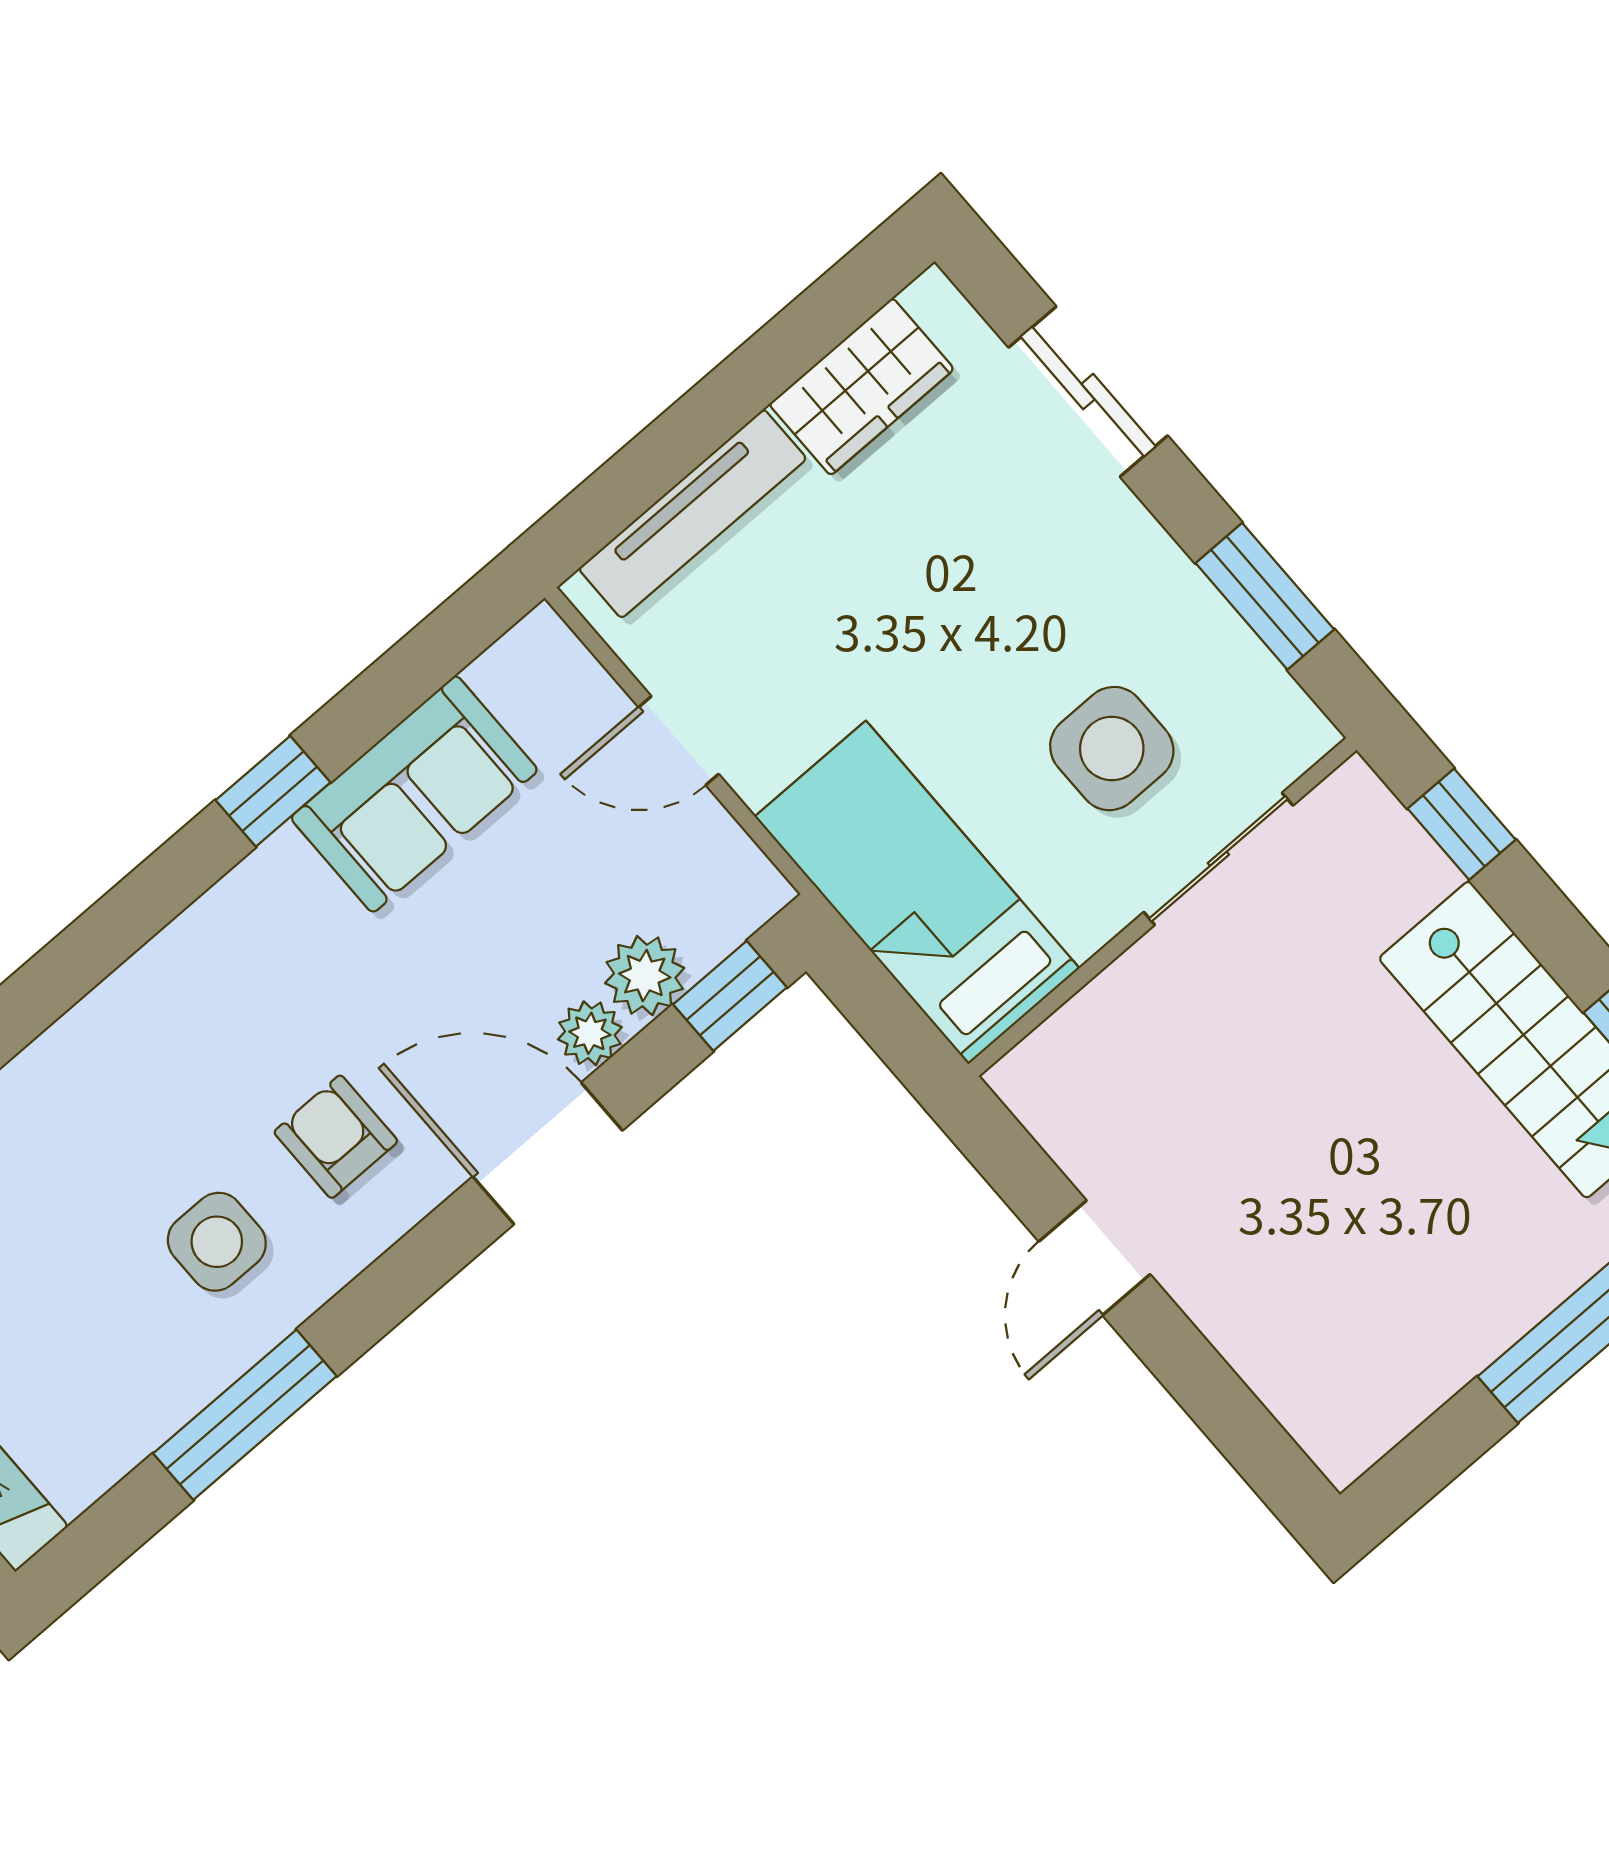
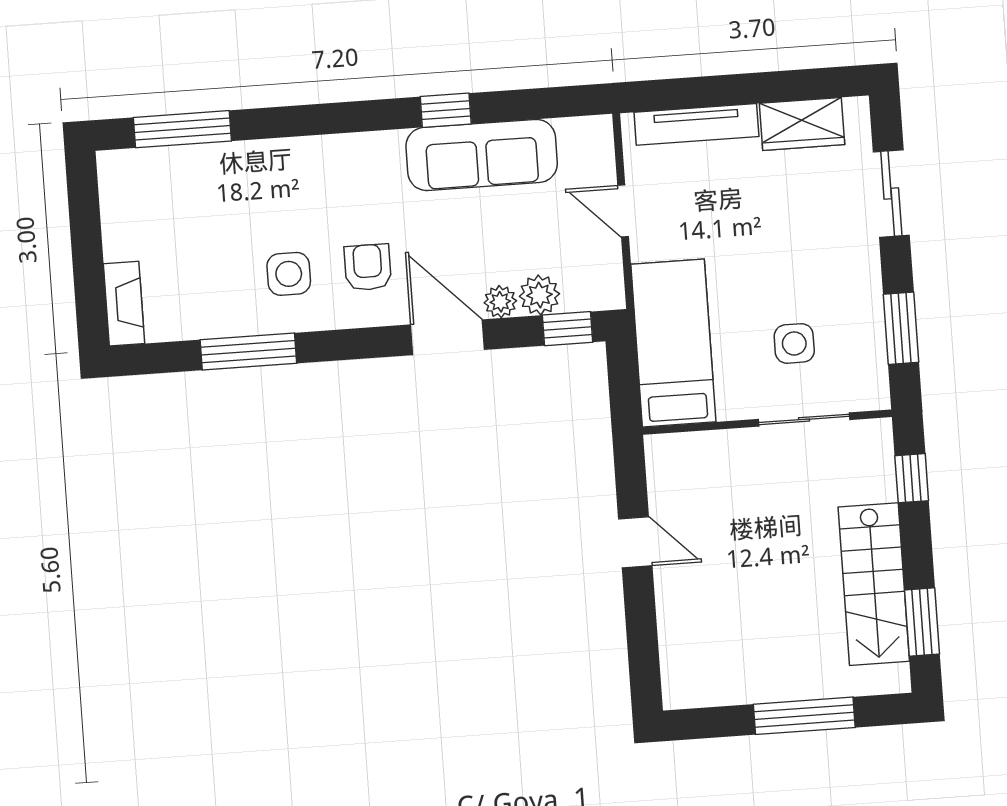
side table: (1112, 749) -> (794, 343), width x0.73, depth x0.73
sofa: (414, 794) -> (482, 155), width x1.36
door: (1095, 1258) -> (635, 542), swing flipped

